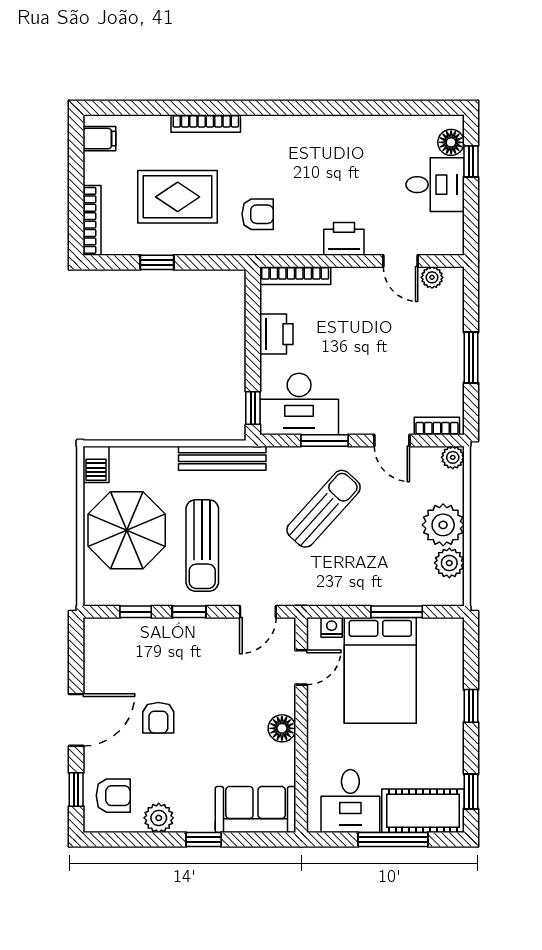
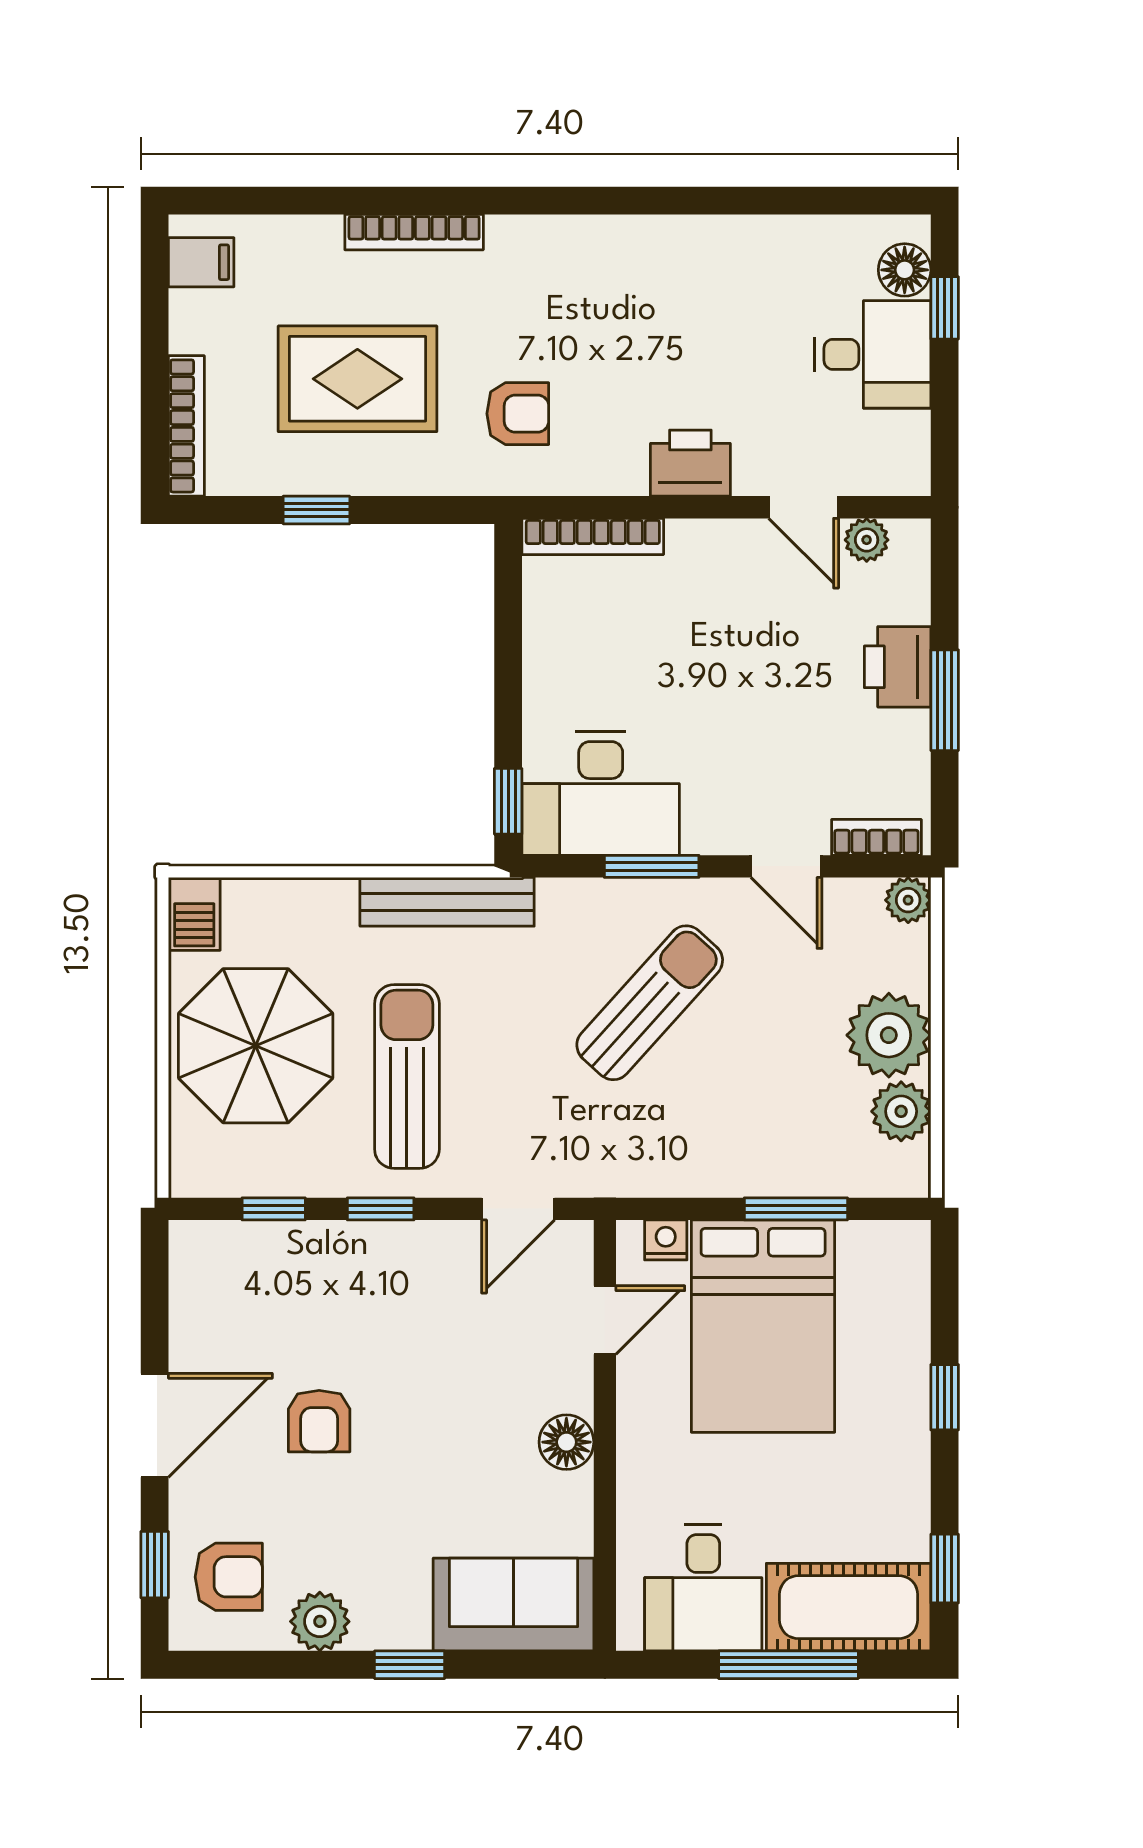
printer: (276, 334) -> (898, 667), moved, turned 180
sun lounger: (202, 546) -> (407, 1076), turned 180

